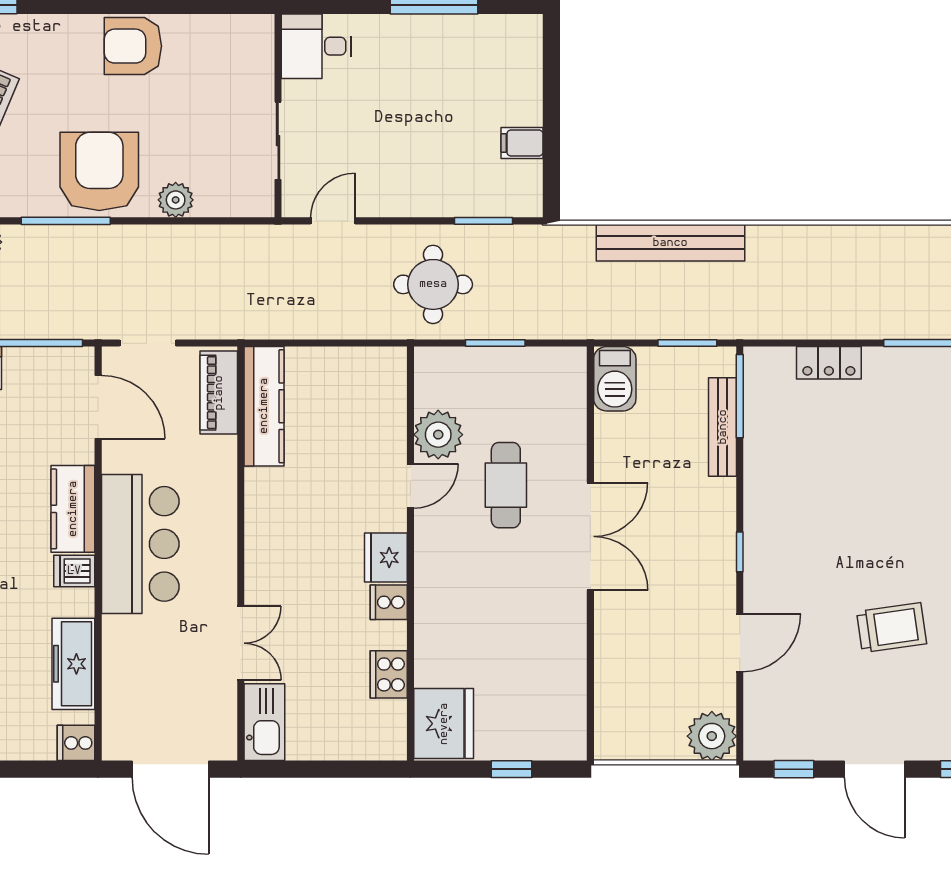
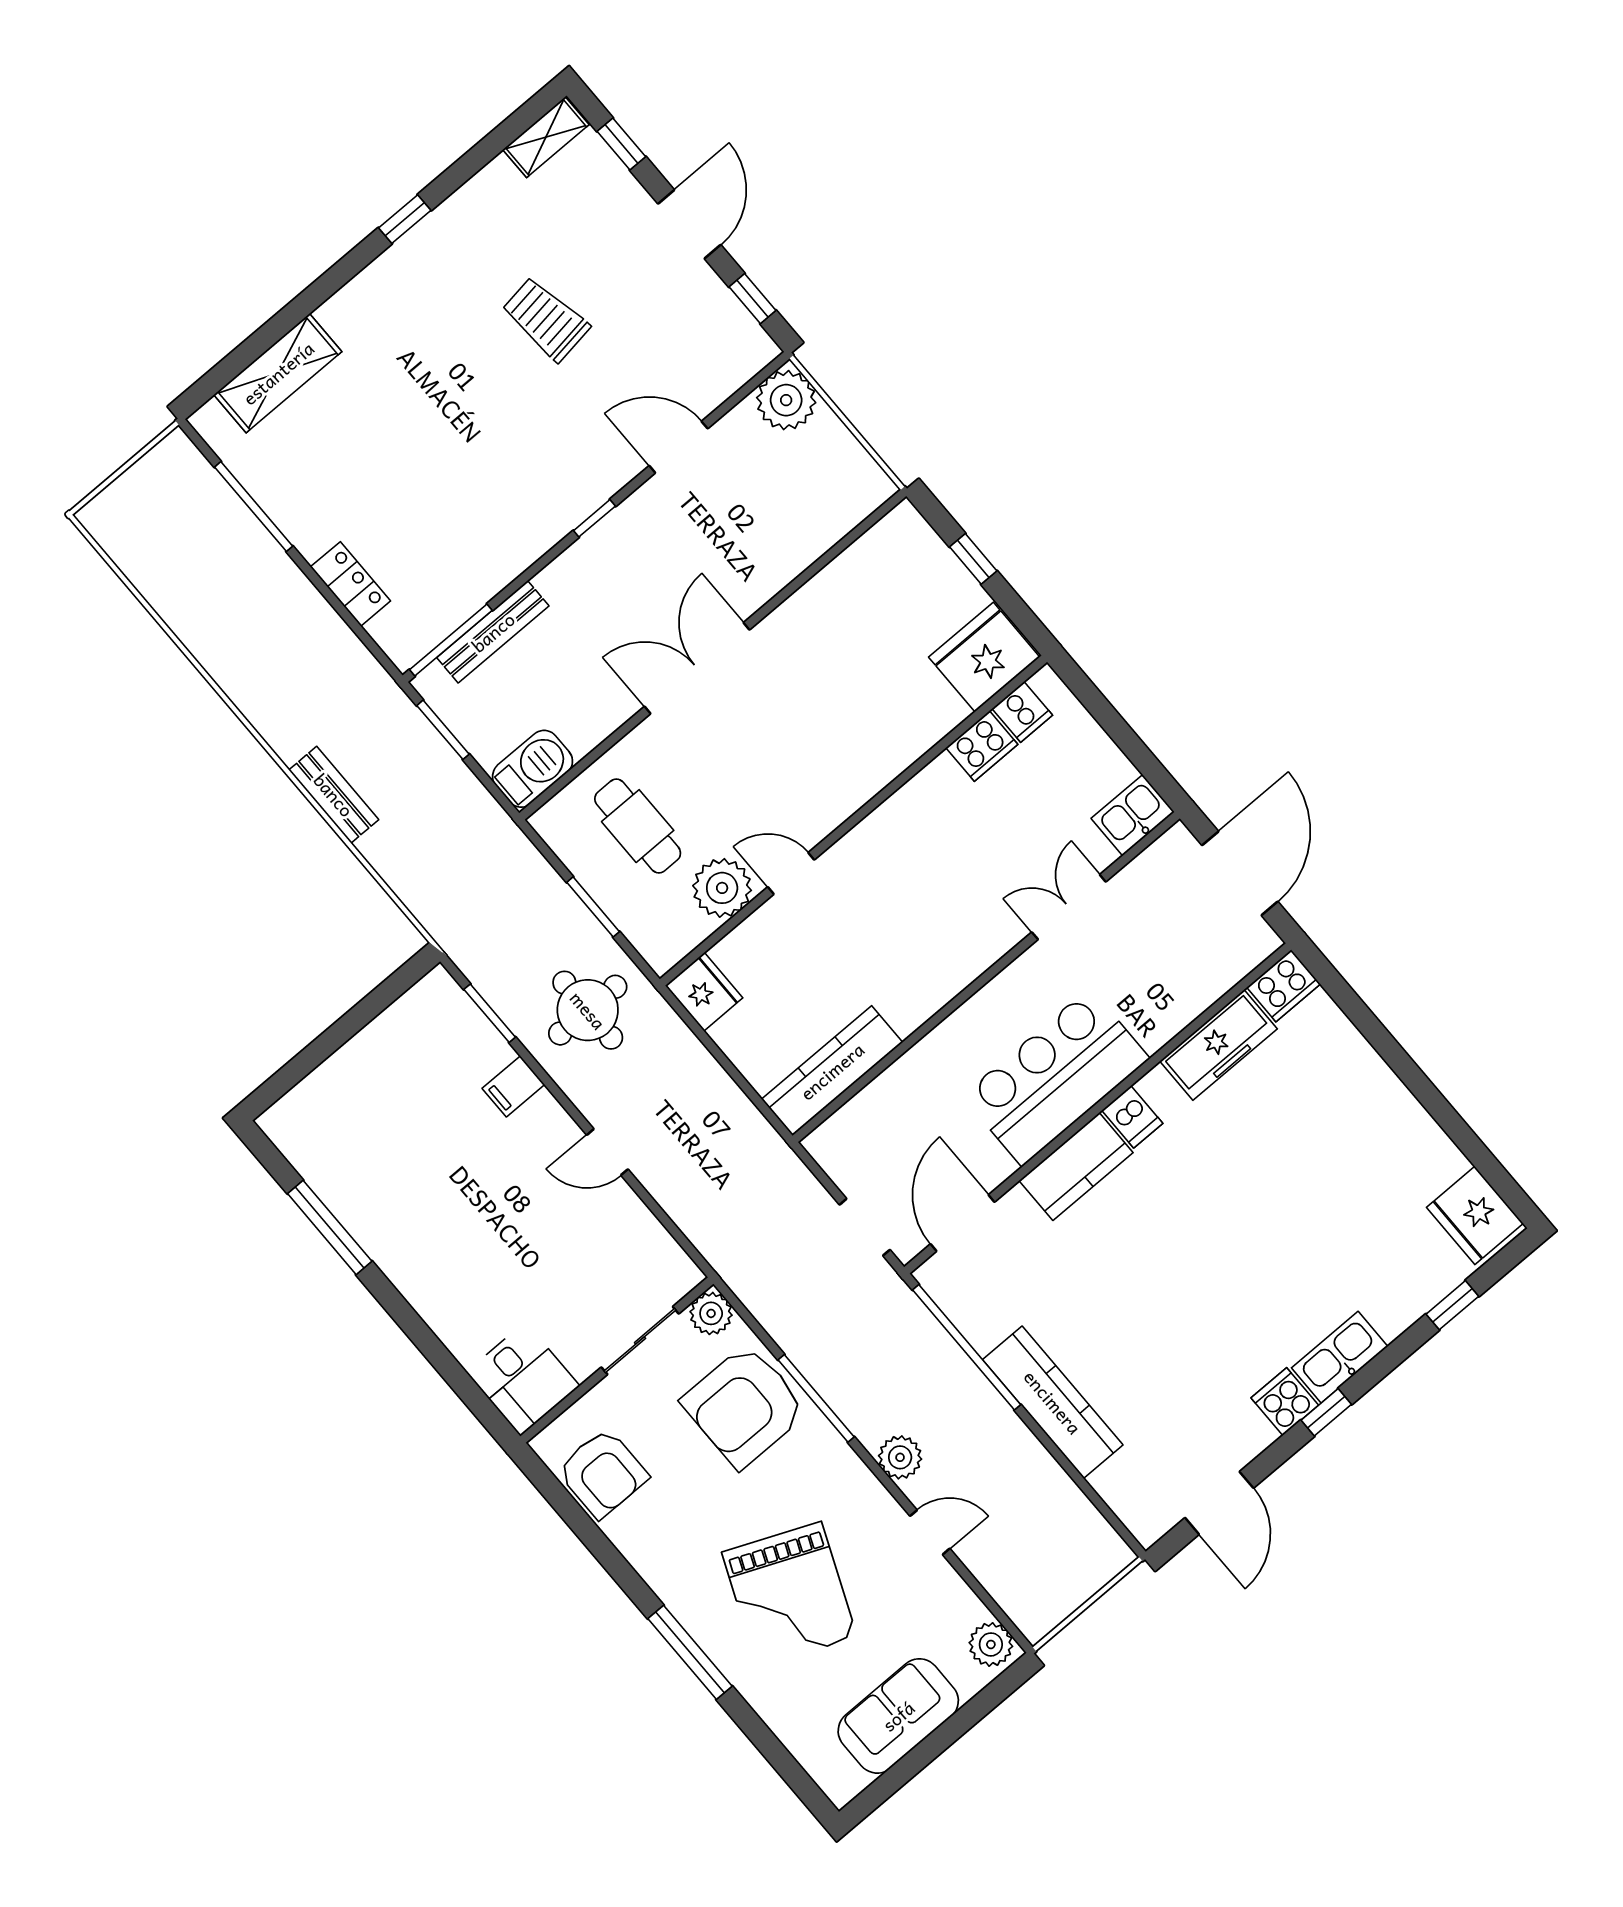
desk: (316, 46) -> (523, 1379), moved
wall: (278, 116) -> (617, 1360), moved
sliding door: (278, 141) -> (640, 1340), moved
filing cabinet: (522, 143) -> (513, 1086), moved, turned 90
bench: (670, 243) -> (334, 795), width x0.54, depth x0.82
piano: (219, 393) -> (855, 1123), removed
cafe table: (506, 485) -> (638, 826), moved, turned 90
fridge: (386, 557) -> (704, 992), moved, turned -90
cooker: (389, 602) -> (1022, 712), moved
kitchen sink: (264, 722) -> (1133, 815), width x0.73
cooker: (76, 743) -> (1284, 986), width x1.36

